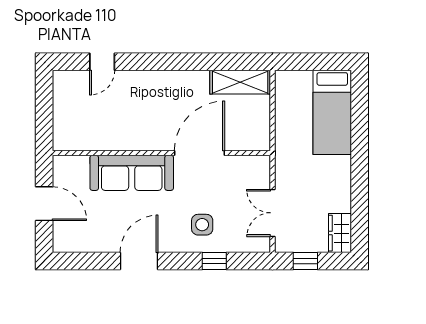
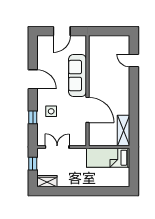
bed: (332, 112) -> (108, 158), moved

